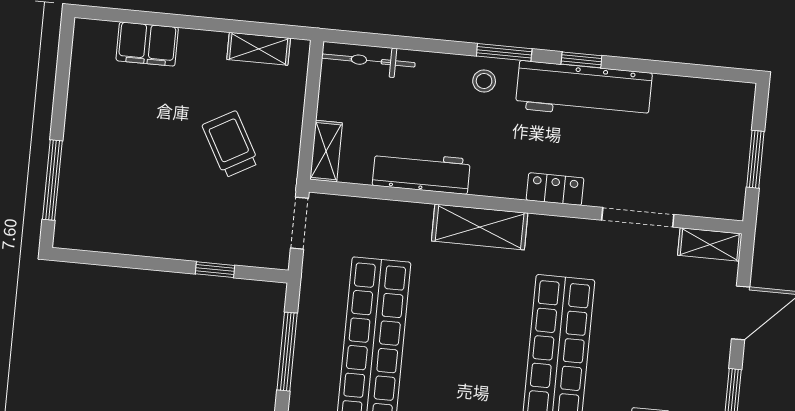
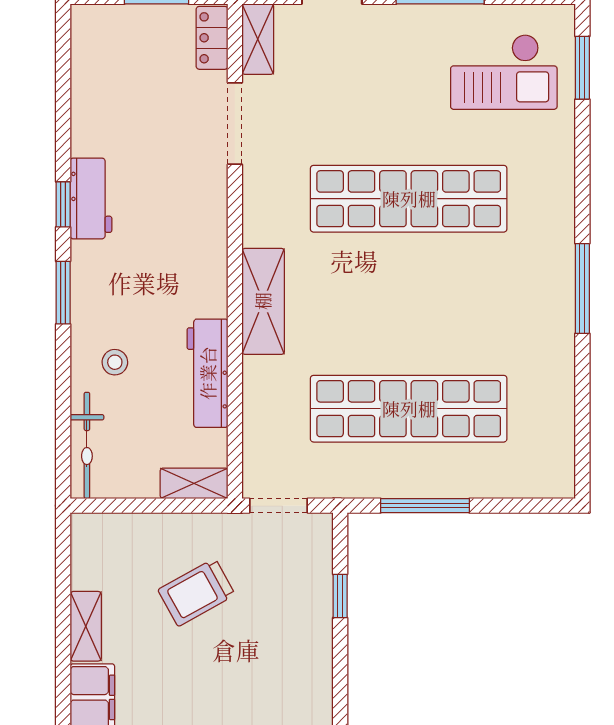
shelving: (259, 49) -> (86, 626), moved
stool: (484, 81) -> (115, 362), moved
workbench: (584, 91) -> (91, 198), width x0.53, depth x0.76
locker: (555, 189) -> (212, 38), moved

